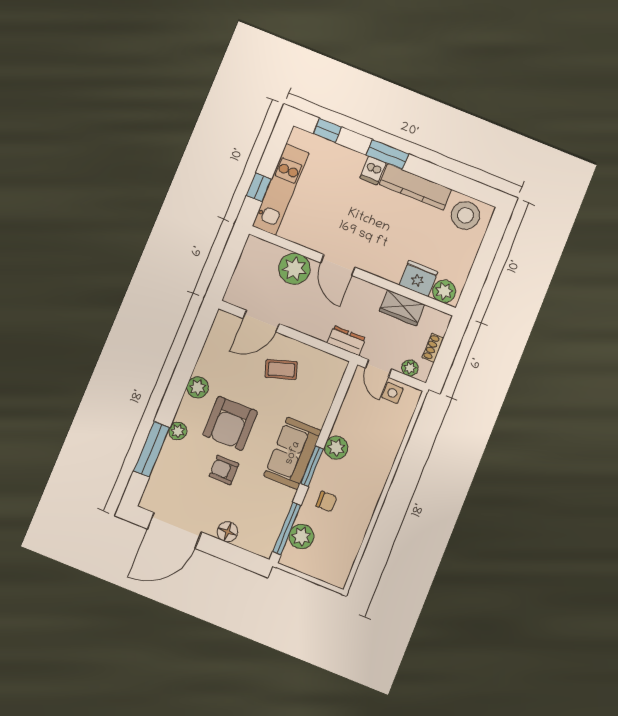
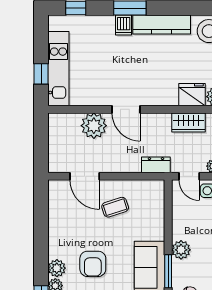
door: (261, 321) -> (85, 176), hinge flipped
plant: (198, 387) -> (57, 268), moved
armchair: (230, 423) -> (93, 264), width x0.73, depth x0.73

